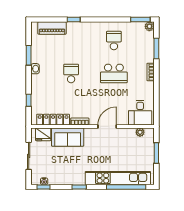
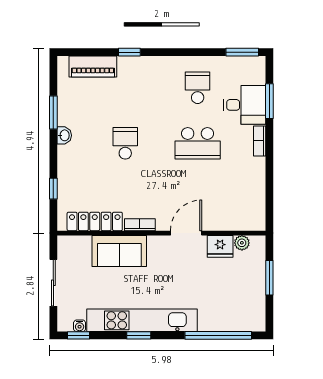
plant: (149, 26) -> (258, 64), removed
desk: (140, 113) -> (245, 105), moved, turned -90
fridge: (43, 134) -> (220, 246), moved
kitchen unit: (118, 178) -> (142, 320), moved

